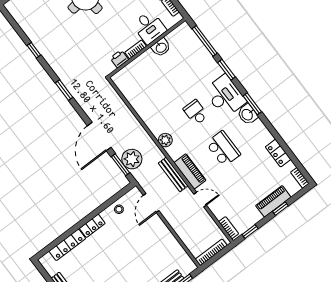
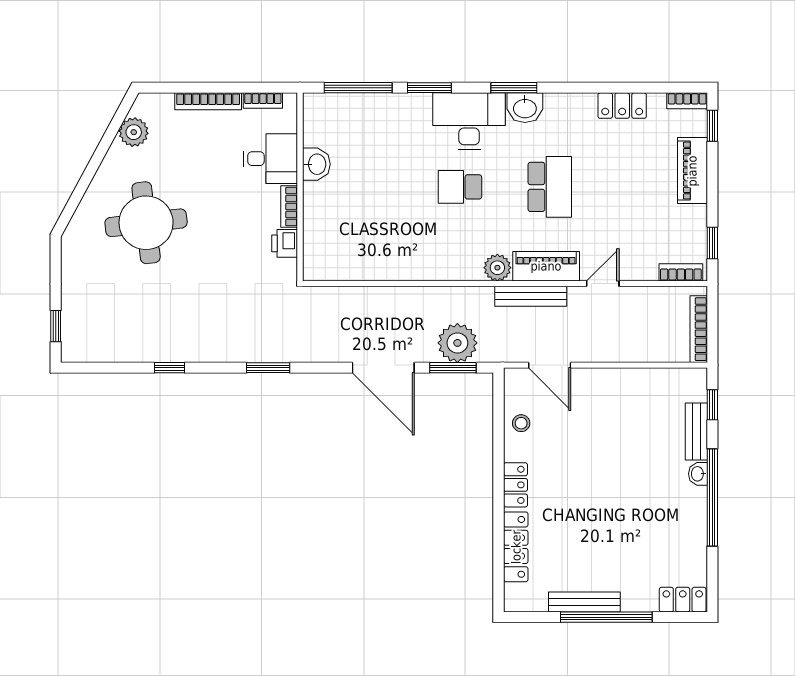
plant: (165, 140) -> (497, 268), moved
school desk: (223, 149) -> (550, 187), turned 90
window: (280, 209) -> (712, 126), moved

